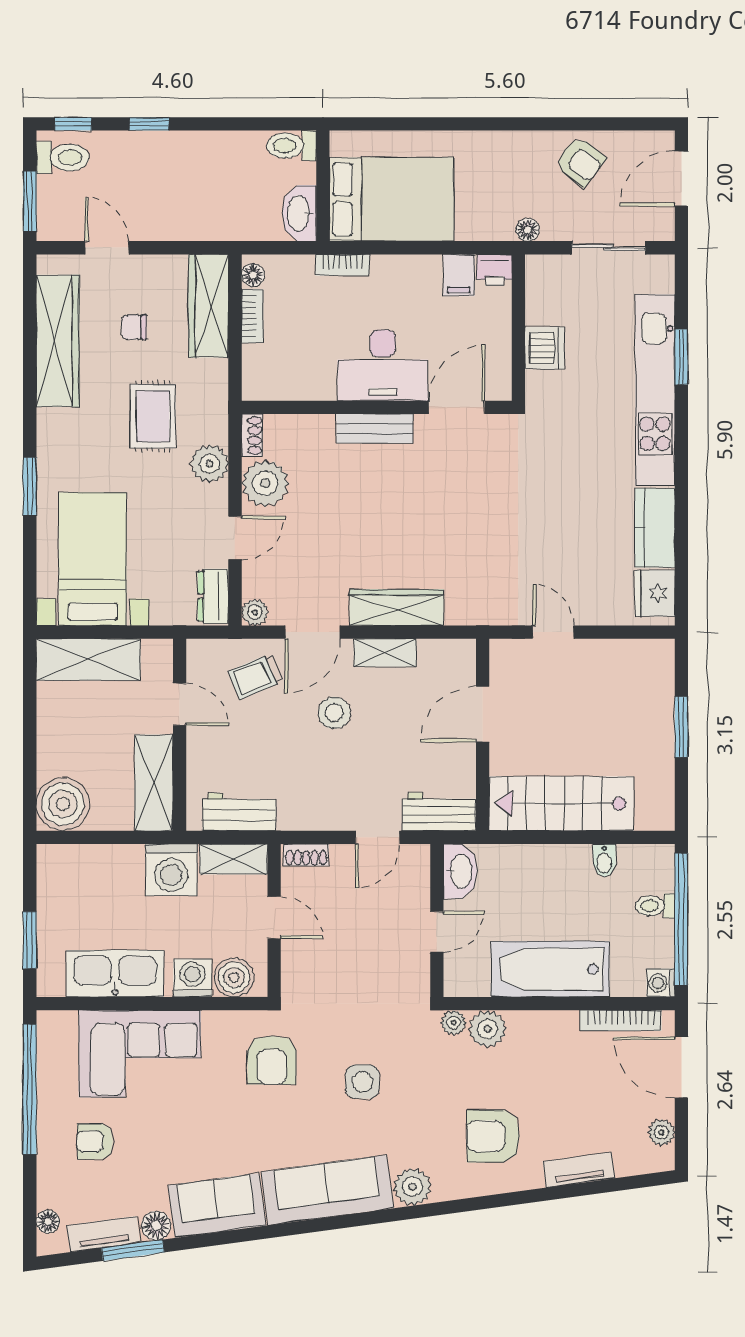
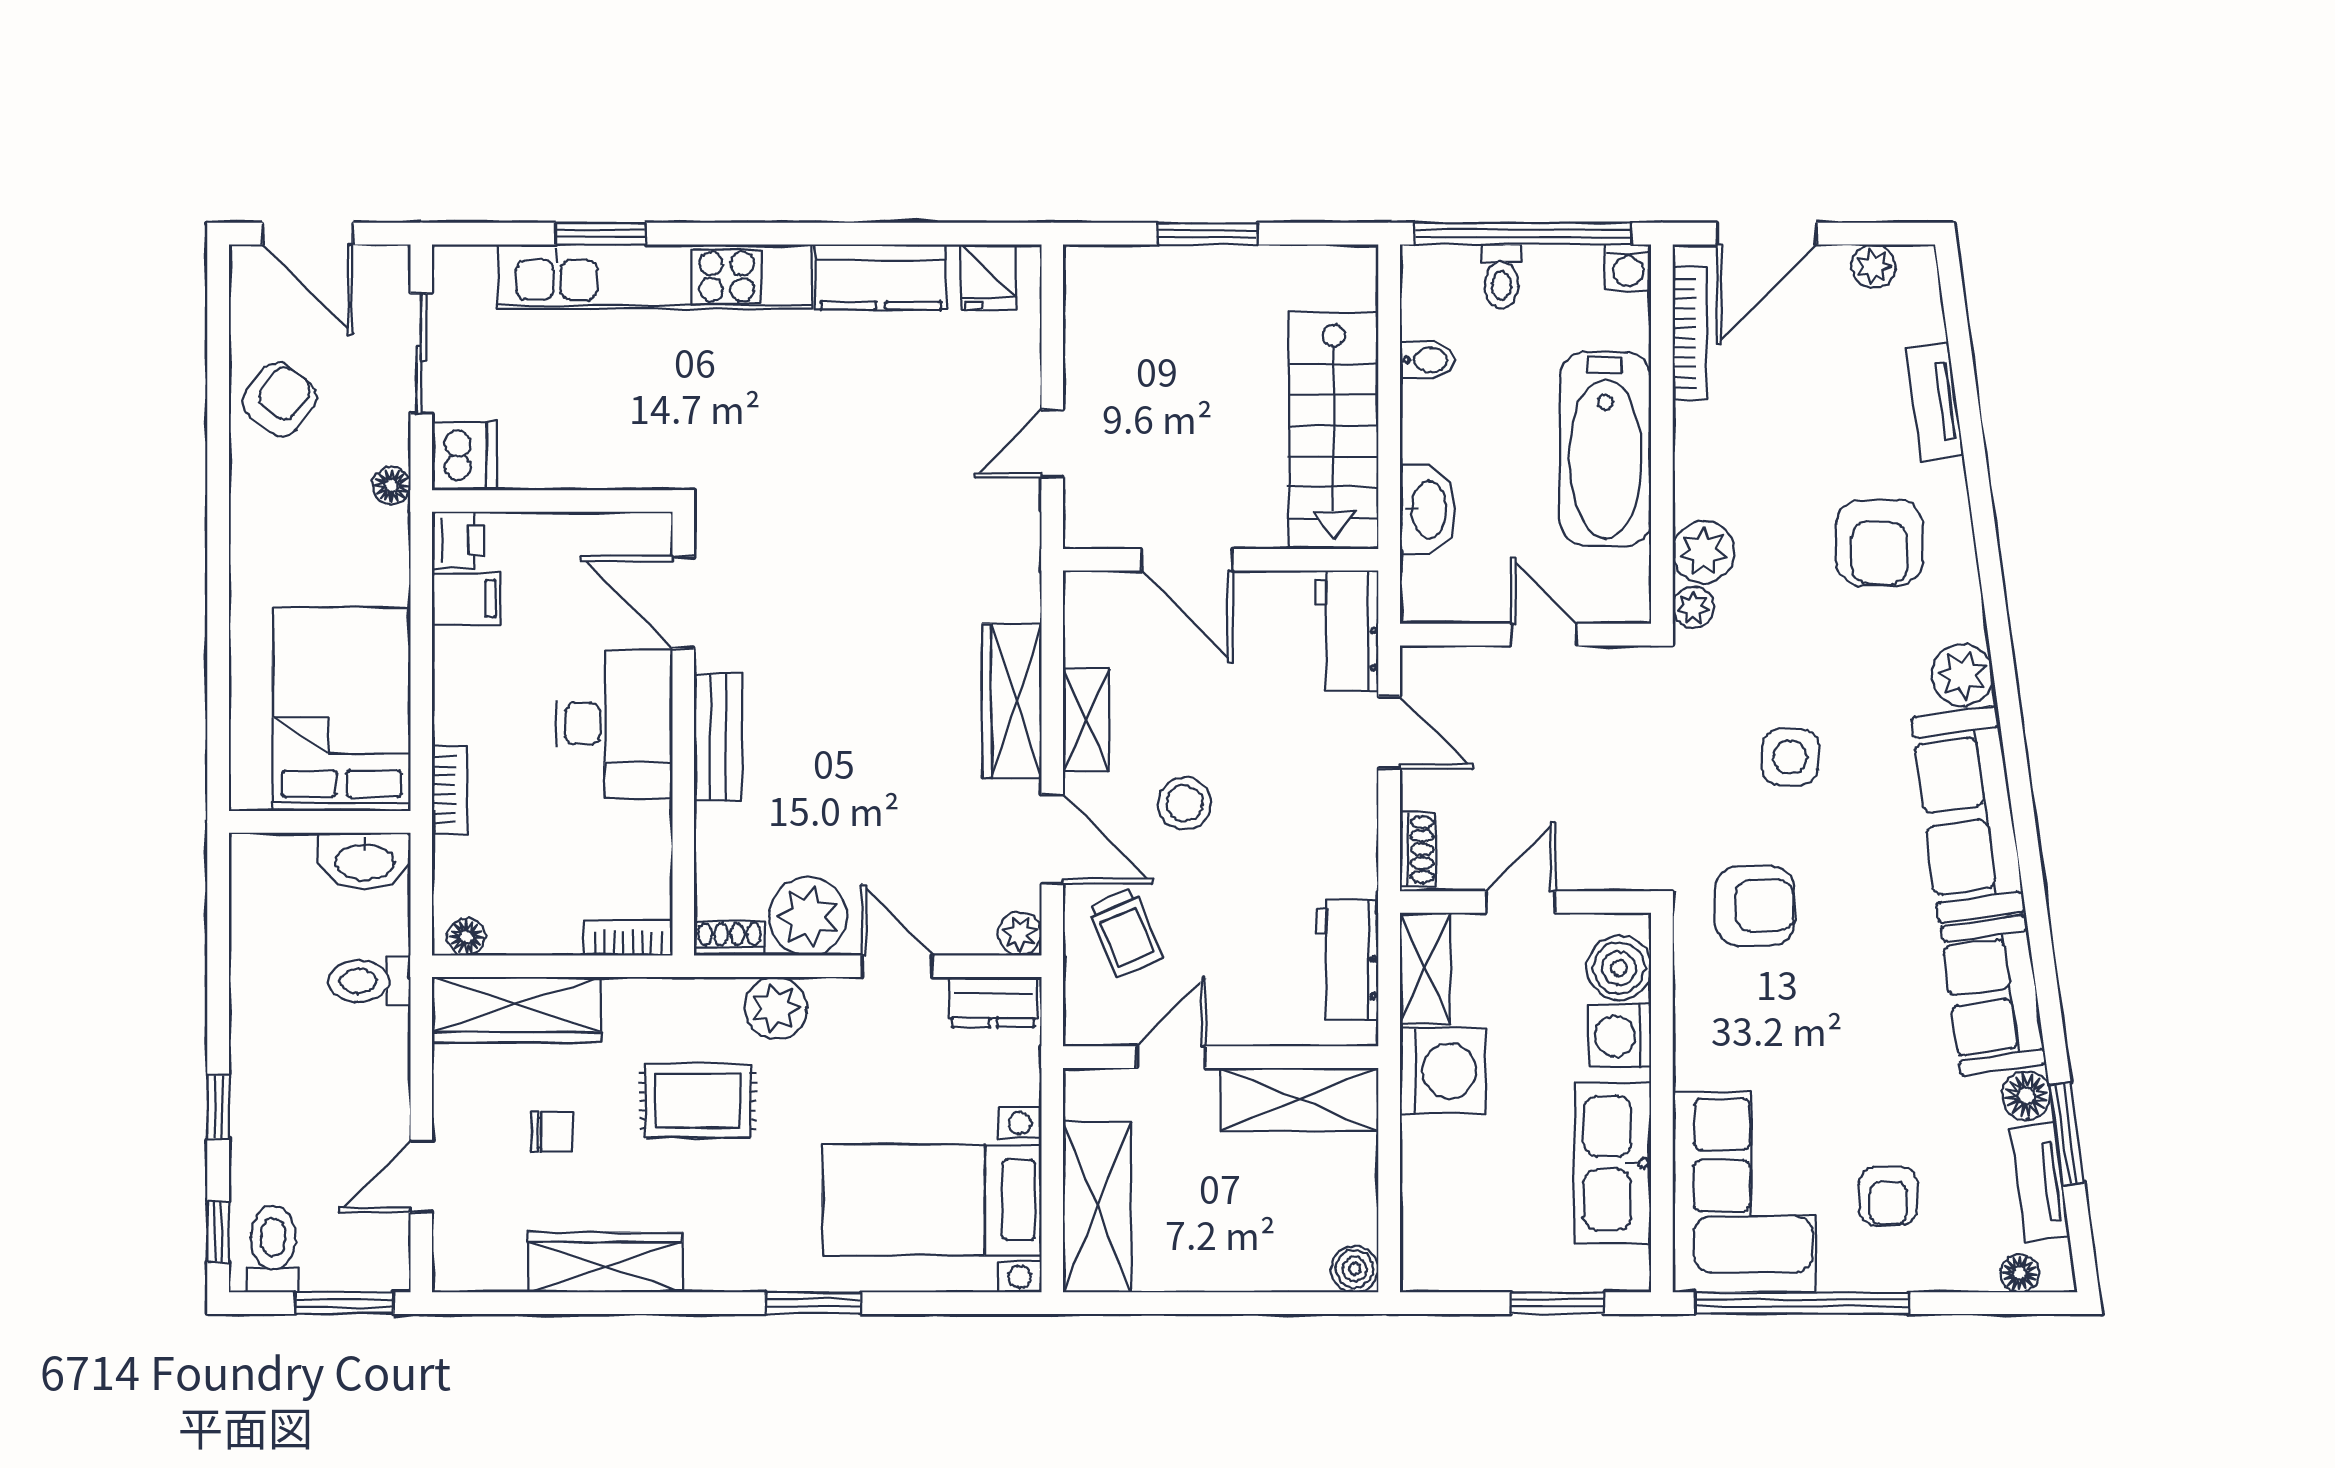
toilet: (291, 146) -> (370, 981), moved, turned 90
bookcase: (252, 316) -> (628, 938), moved
chair: (134, 327) -> (552, 1132), turned -90
wardrobe: (58, 341) -> (605, 1262), width x0.71, depth x0.85
dishwasher: (545, 348) -> (464, 456), moved, turned 90
fridge: (655, 593) -> (988, 277), width x0.72
boiler: (63, 804) -> (1354, 1269), width x0.54, depth x0.54
washbasin: (460, 871) -> (1427, 510), moved, turned 90
corner sofa: (140, 1054) -> (1744, 1192), moved

